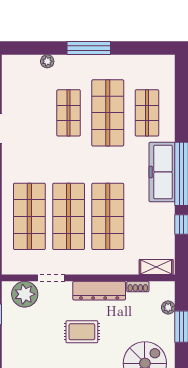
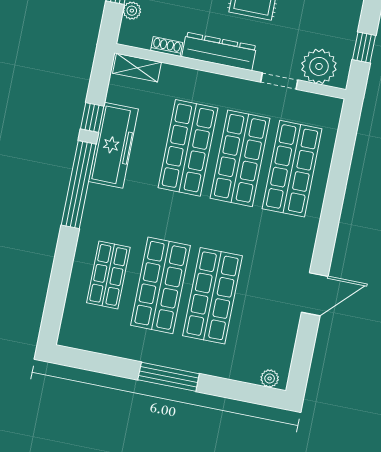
plant: (47, 61) -> (270, 378), moved
shop shelf: (69, 113) -> (213, 296), width x1.43, depth x1.36
freezer: (162, 172) -> (113, 145), moved

